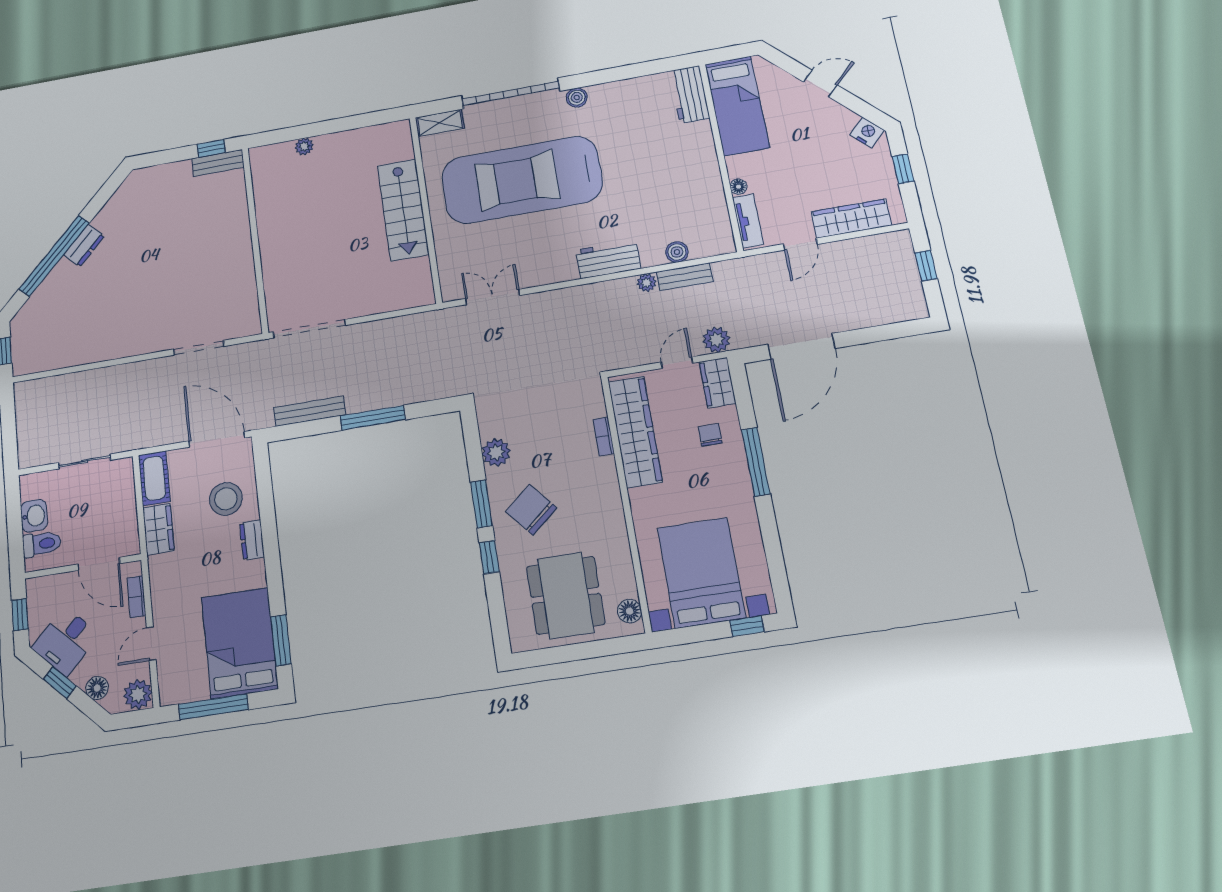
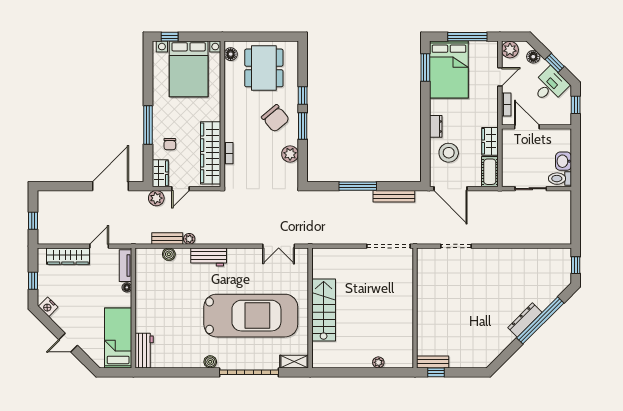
dresser: (84, 245) -> (525, 320), width x1.44
toilet: (42, 544) -> (560, 179), moved

